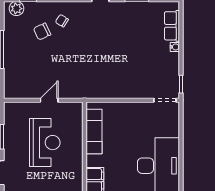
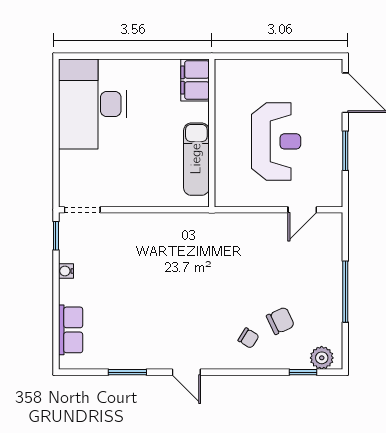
water cooler: (175, 47) -> (66, 271), moved
door: (49, 100) -> (302, 210), moved
reception desk: (45, 143) -> (276, 141), turned 180

